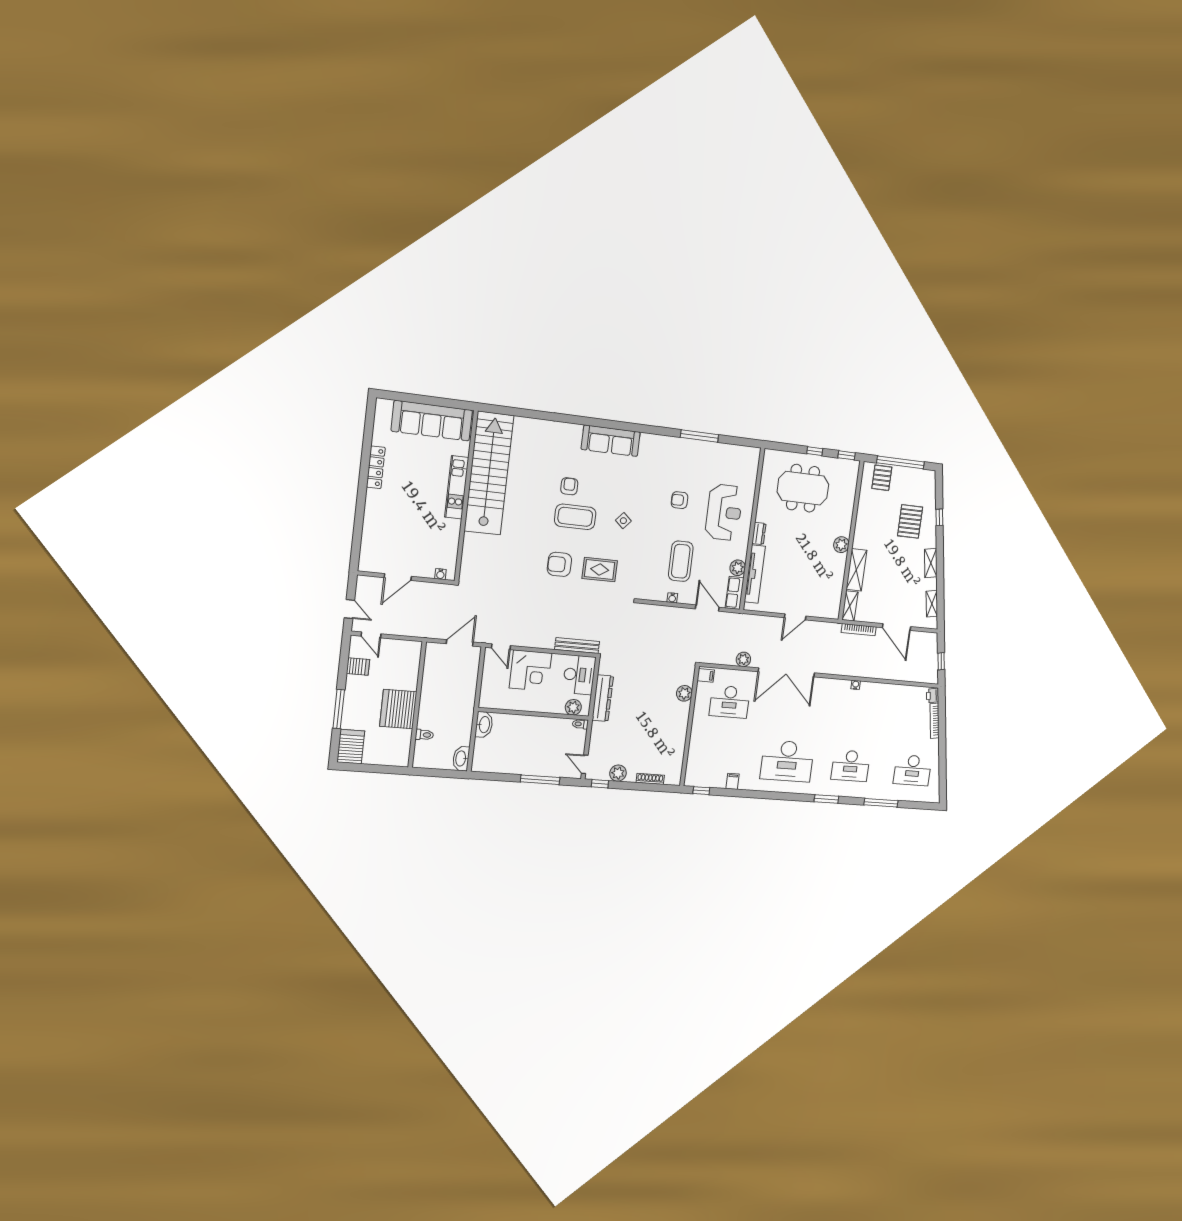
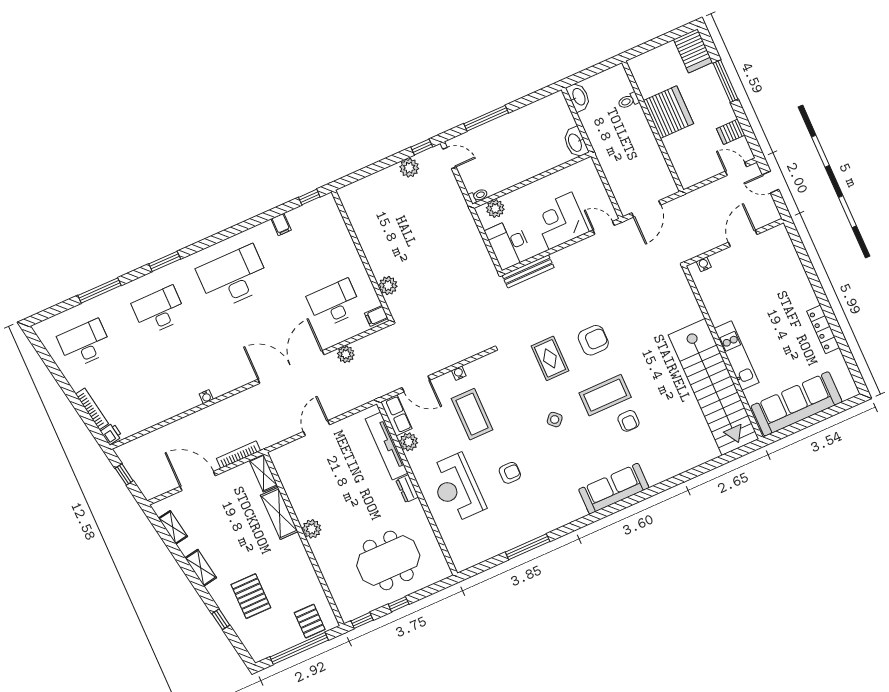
rug: (600, 570) -> (550, 358), turned 90
dresser: (603, 698) -> (471, 234), removed
shoe rack: (650, 779) -> (372, 180), removed

